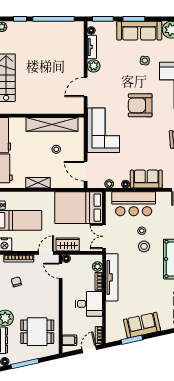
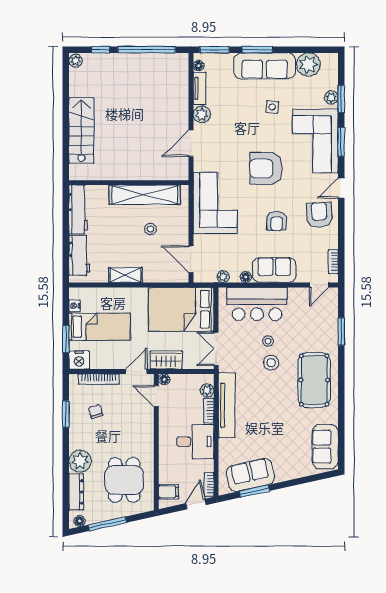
armchair: (148, 143) -> (277, 221), added
sofa: (142, 325) -> (250, 475), moved
dining table: (37, 332) -> (124, 480), turned 90

